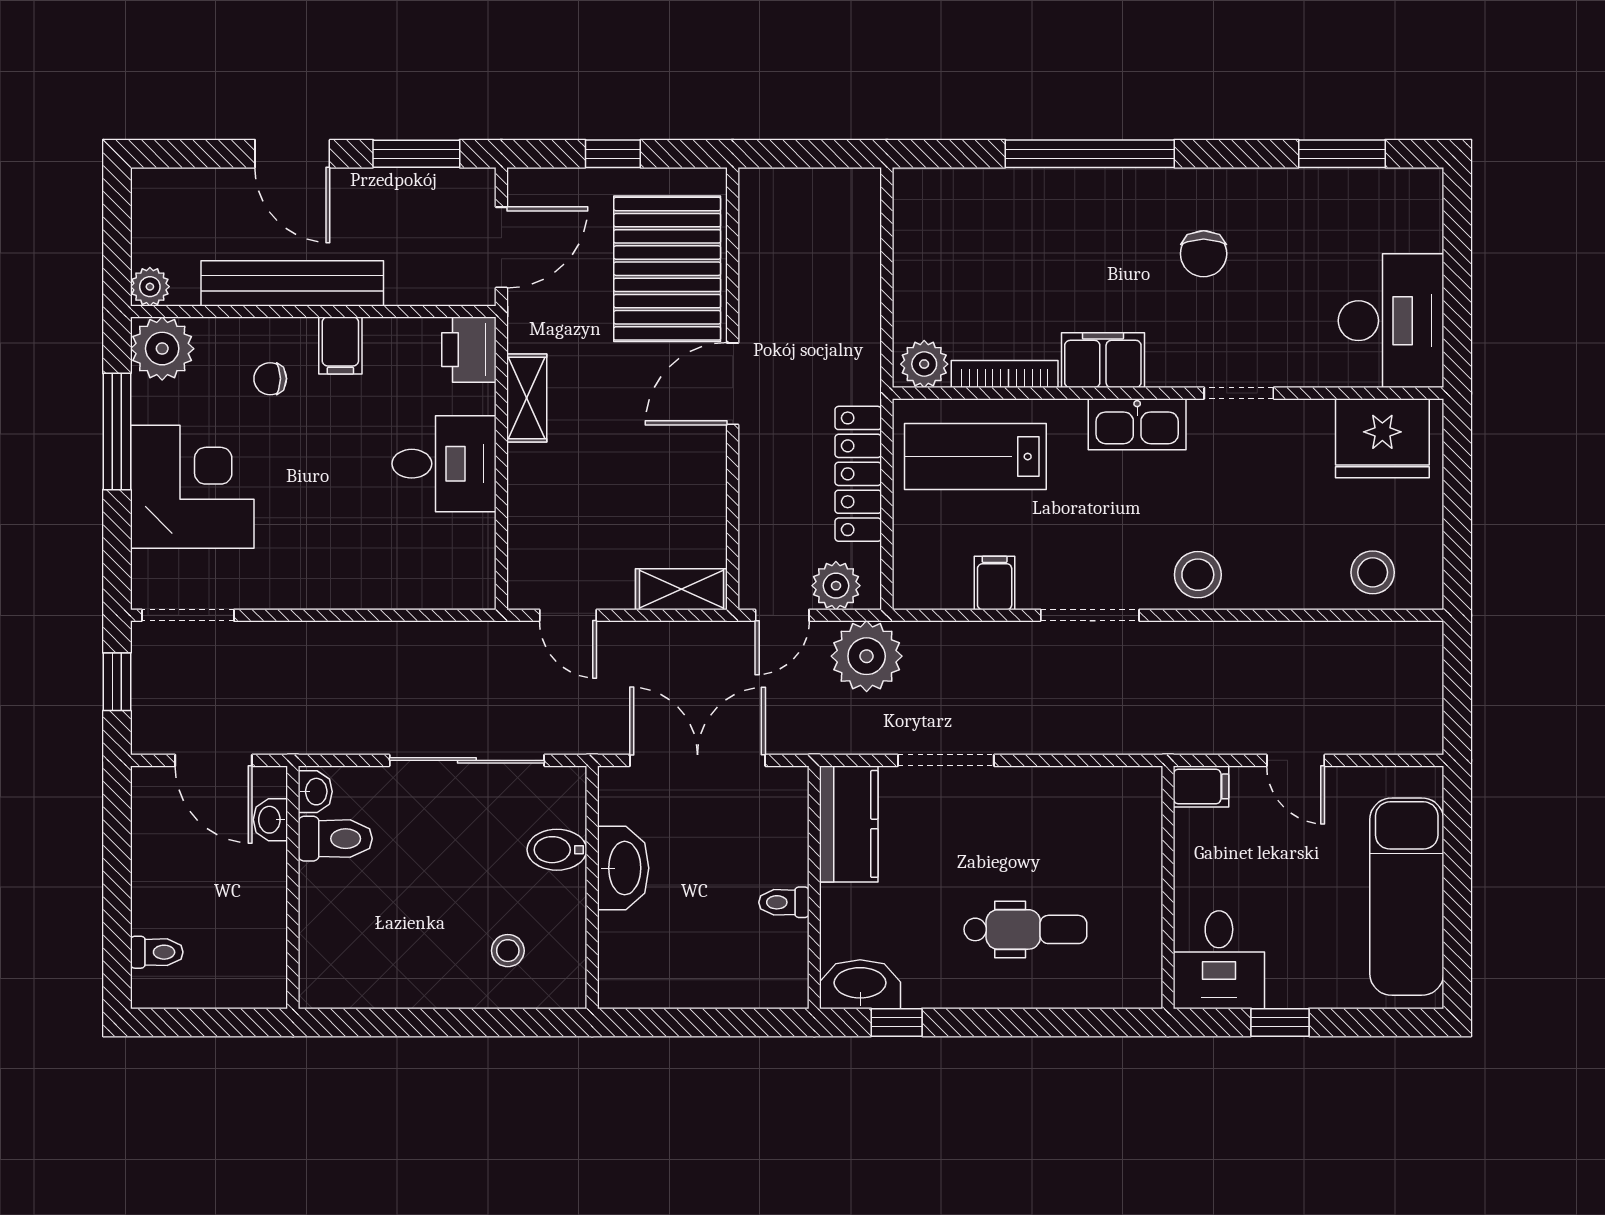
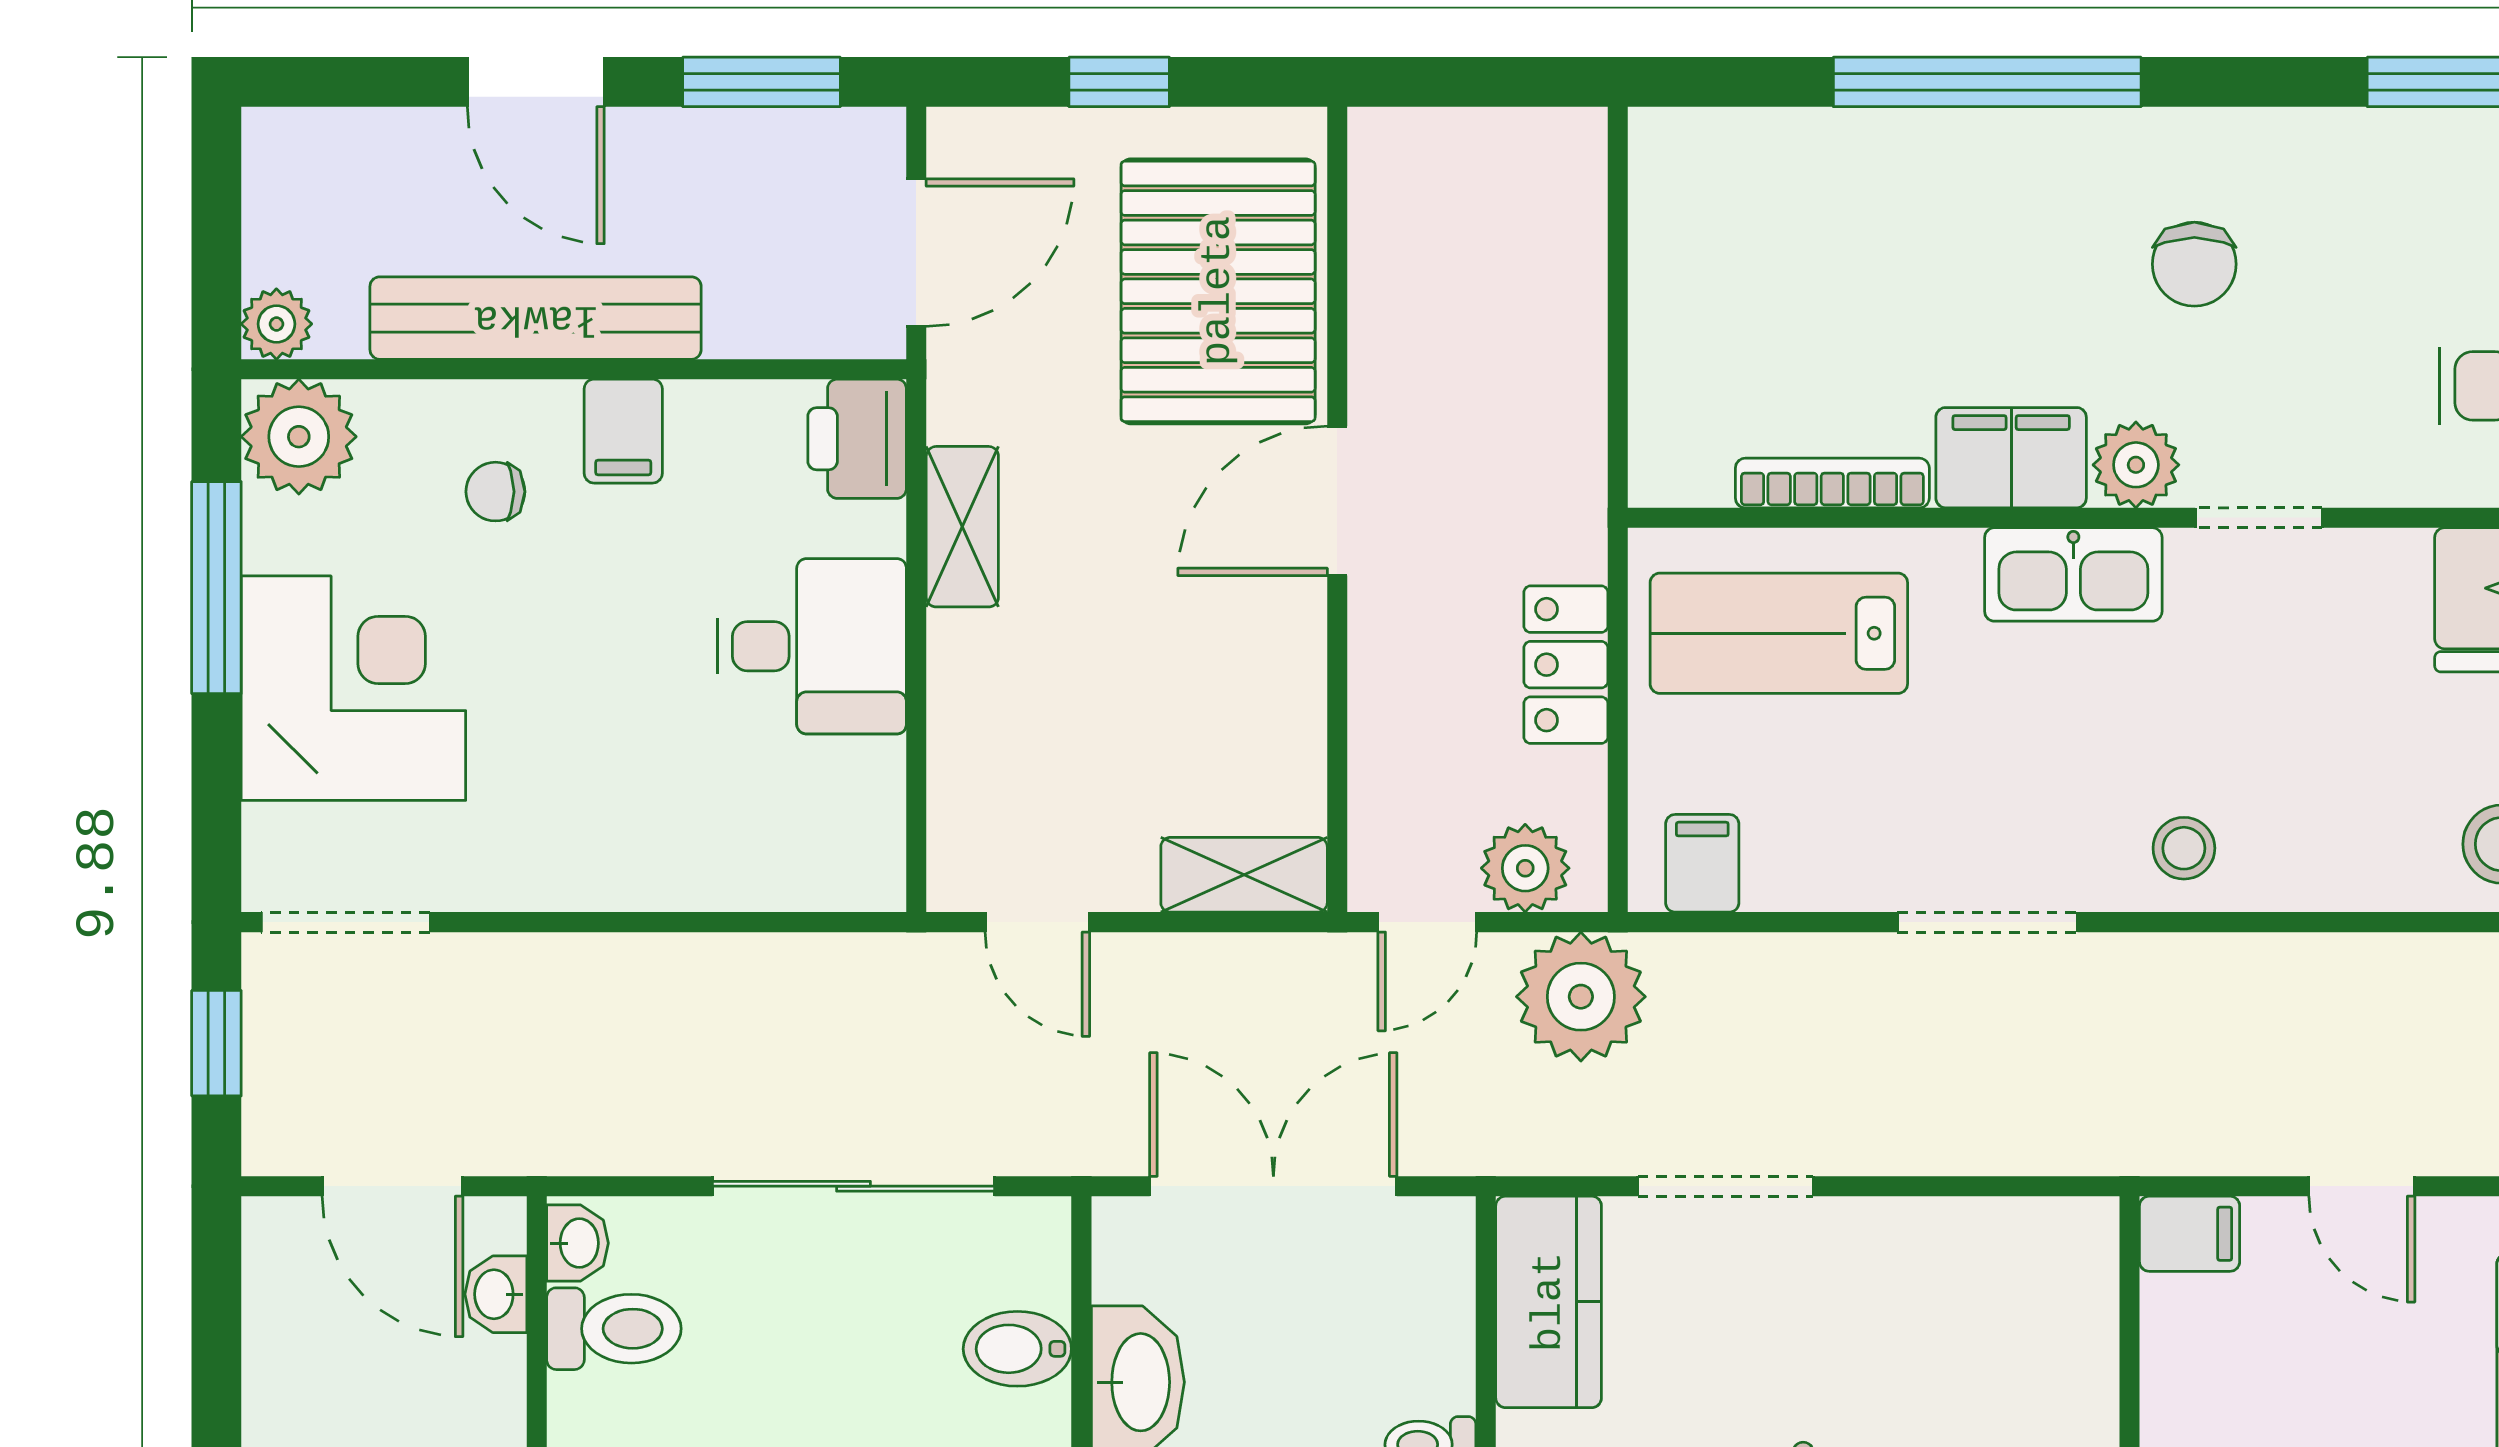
plant: (924, 364) -> (2136, 465), moved
locker: (858, 474) -> (1566, 665), width x0.66
stool: (1198, 575) -> (2184, 848), width x0.73, depth x0.73
filing cabinet: (995, 583) -> (1702, 863), moved

